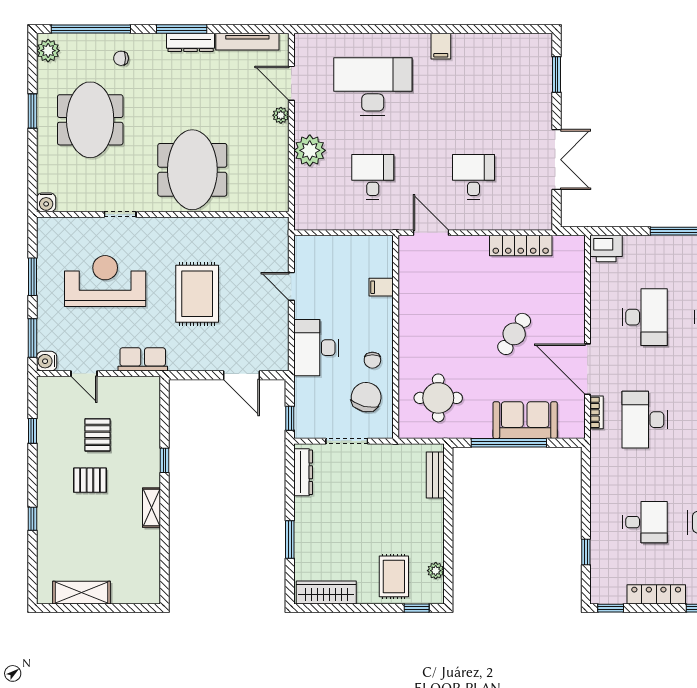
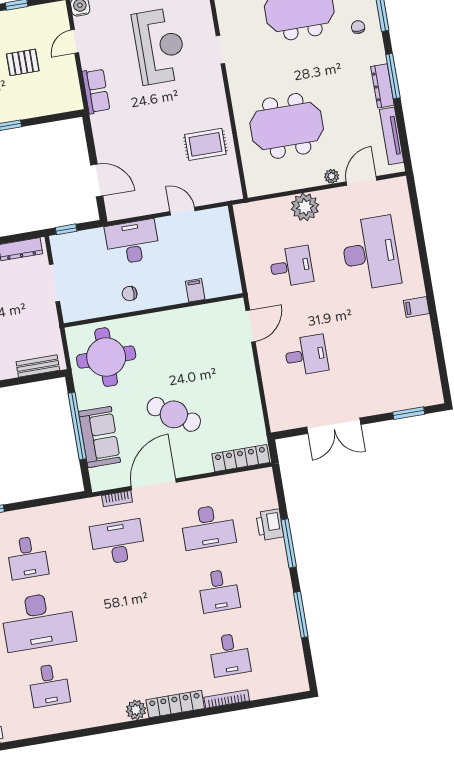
meeting table: (192, 170) -> (287, 126), moved
locker: (521, 246) -> (241, 458), moved, turned 90
printer: (606, 249) -> (270, 525), moved
door: (291, 286) -> (183, 211), hinge flipped
rug: (197, 294) -> (205, 144), moved, width x0.73, depth x0.70
cafe table: (514, 334) -> (174, 414), width x1.37, depth x1.35
door: (241, 375) -> (97, 180), swing flipped
chair: (366, 397) -> (96, 293), removed
round table: (438, 398) -> (106, 357), width x1.36, depth x1.36

